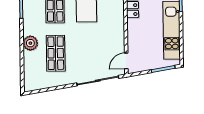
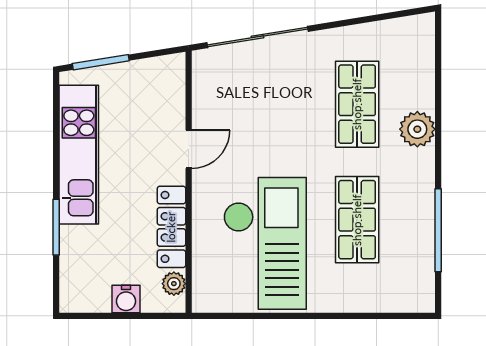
door: (126, 61) -> (189, 149), moved

